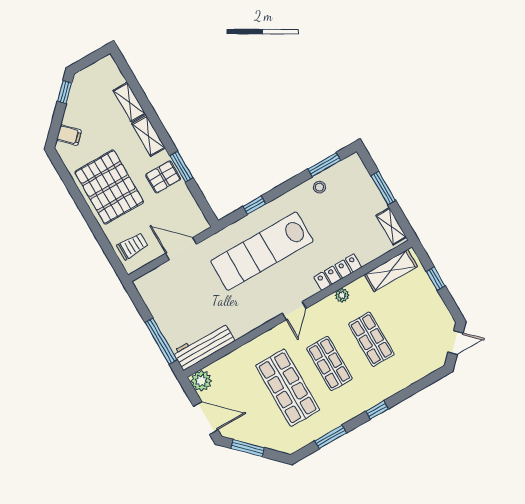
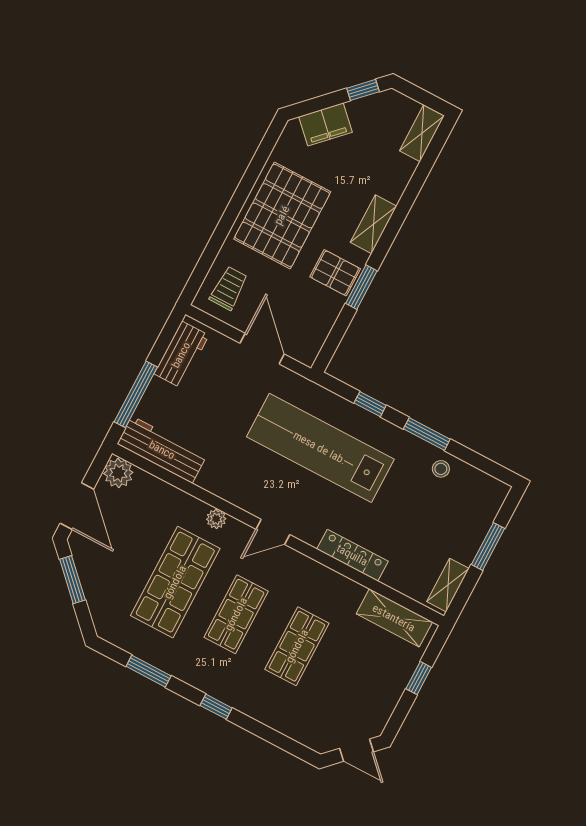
shelving: (129, 102) -> (422, 133), moved
filing cabinet: (69, 135) -> (325, 124), width x2.00
window: (324, 165) -> (427, 434), moved
trolley: (133, 246) -> (229, 288), turned -90
plant: (342, 295) -> (216, 519), moved
workbench: (154, 299) -> (181, 355), added

